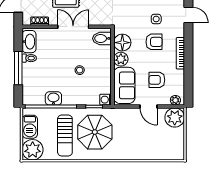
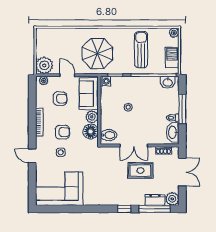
armchair: (154, 42) -> (62, 132), turned 180
washbasin: (53, 98) -> (168, 82), moved
parasol: (95, 132) -> (97, 54), moved
plant: (33, 150) -> (174, 33), width x0.53, depth x0.53

